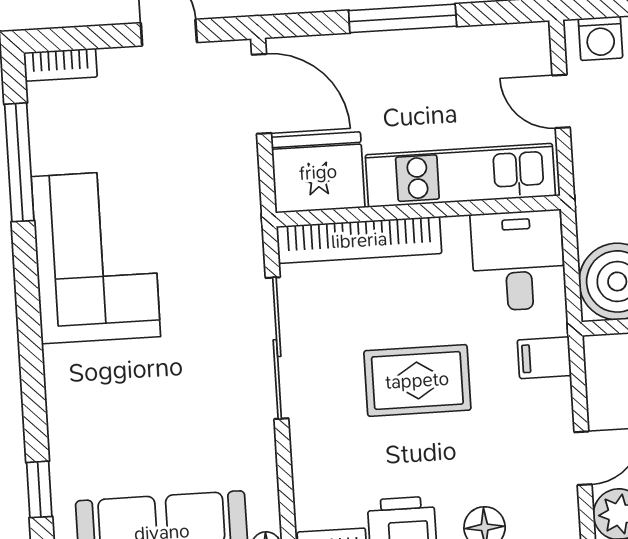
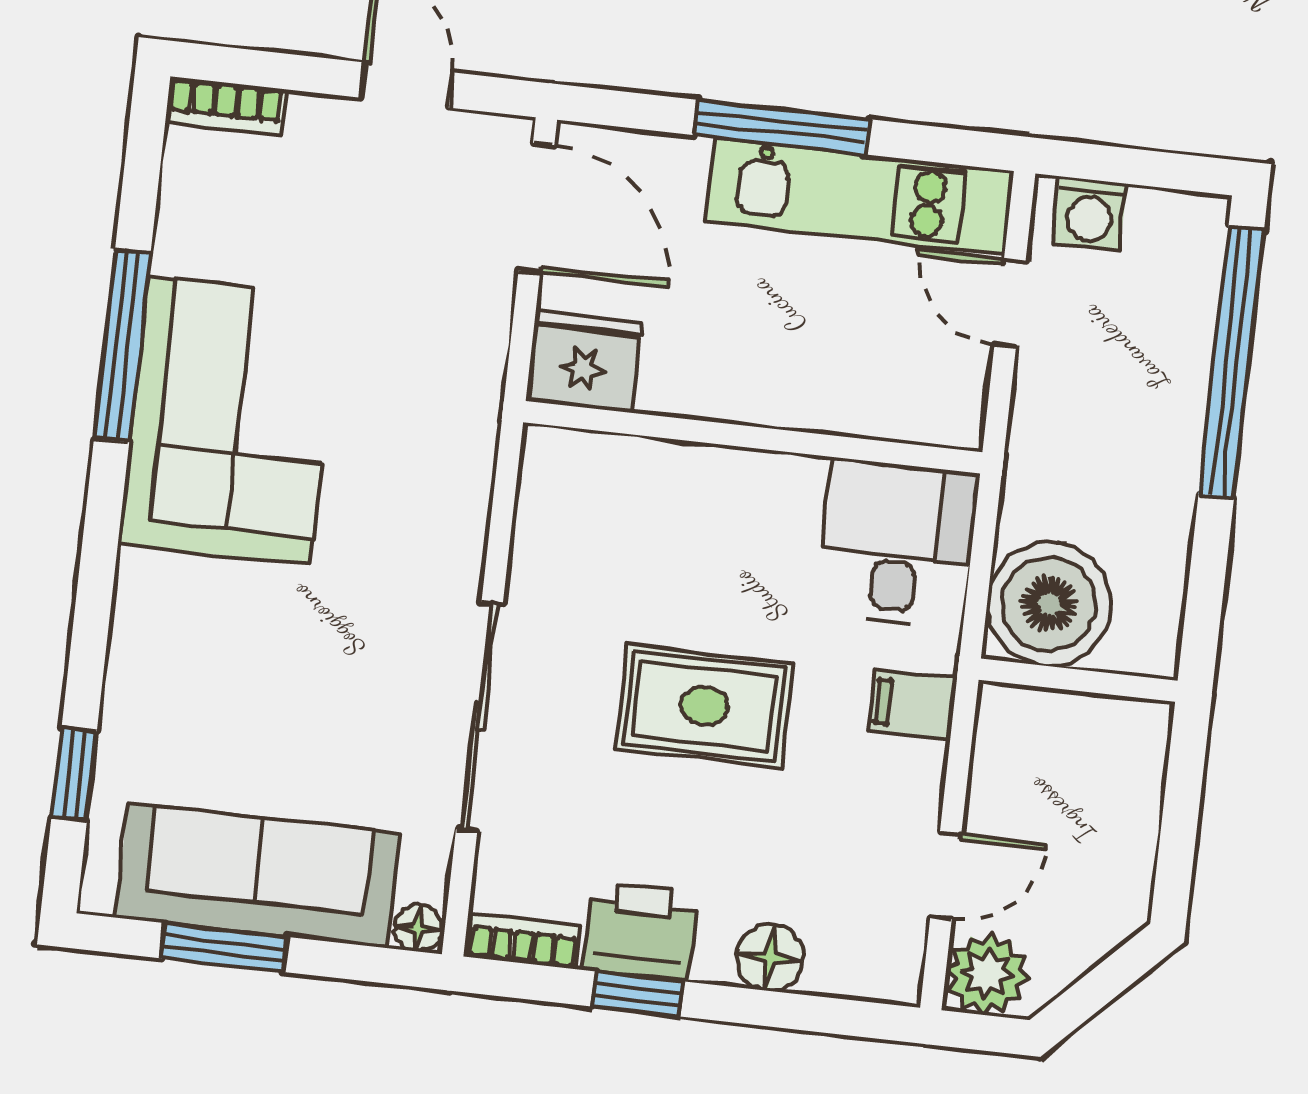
window: (19, 162) -> (122, 346), moved
fridge: (318, 172) -> (583, 361), width x0.73, depth x0.75
kitchen unit: (460, 175) -> (859, 196), moved, turned 180
bookcase: (359, 240) -> (651, 467), removed
sliding door: (277, 348) -> (479, 717), moved

